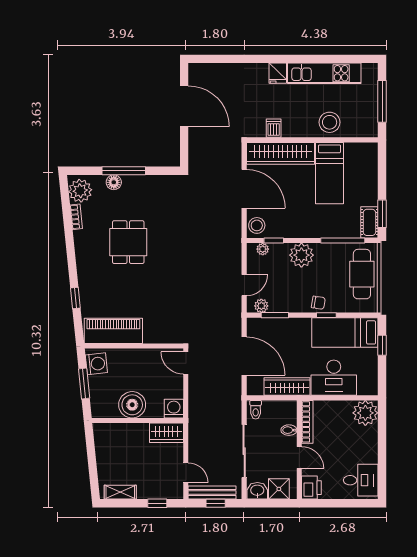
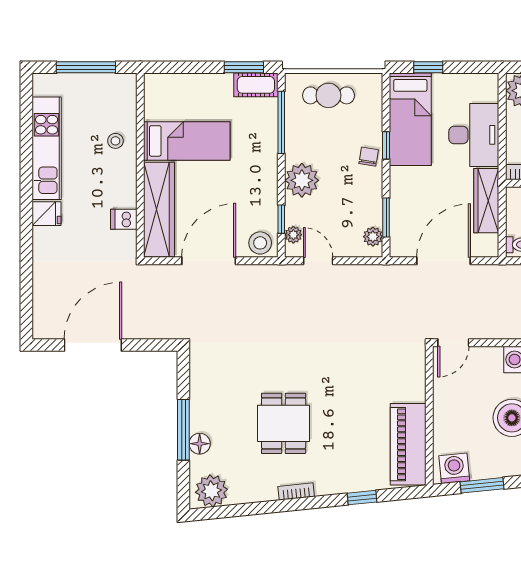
stool: (330, 122) -> (115, 141), width x0.53, depth x0.53
bookcase: (76, 217) -> (296, 491), moved
dining table: (128, 242) -> (284, 423), turned 90
cafe table: (362, 274) -> (328, 95), width x0.73, depth x0.74
door: (244, 285) -> (318, 261), moved

